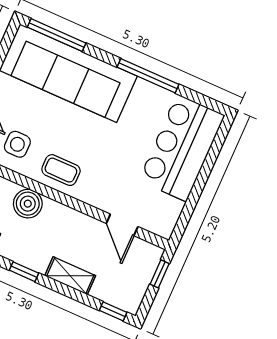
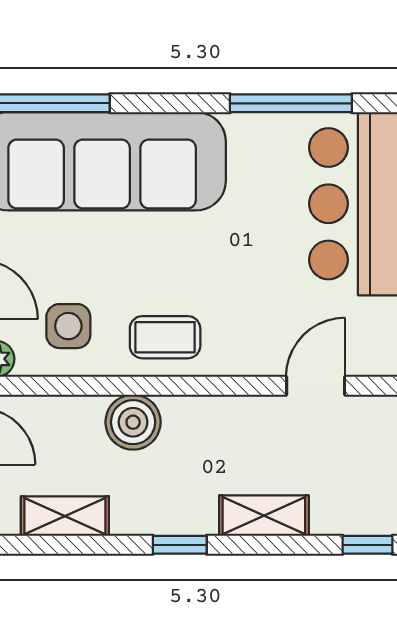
window: (148, 76) -> (291, 103), moved
door: (122, 225) -> (316, 386), swing flipped

